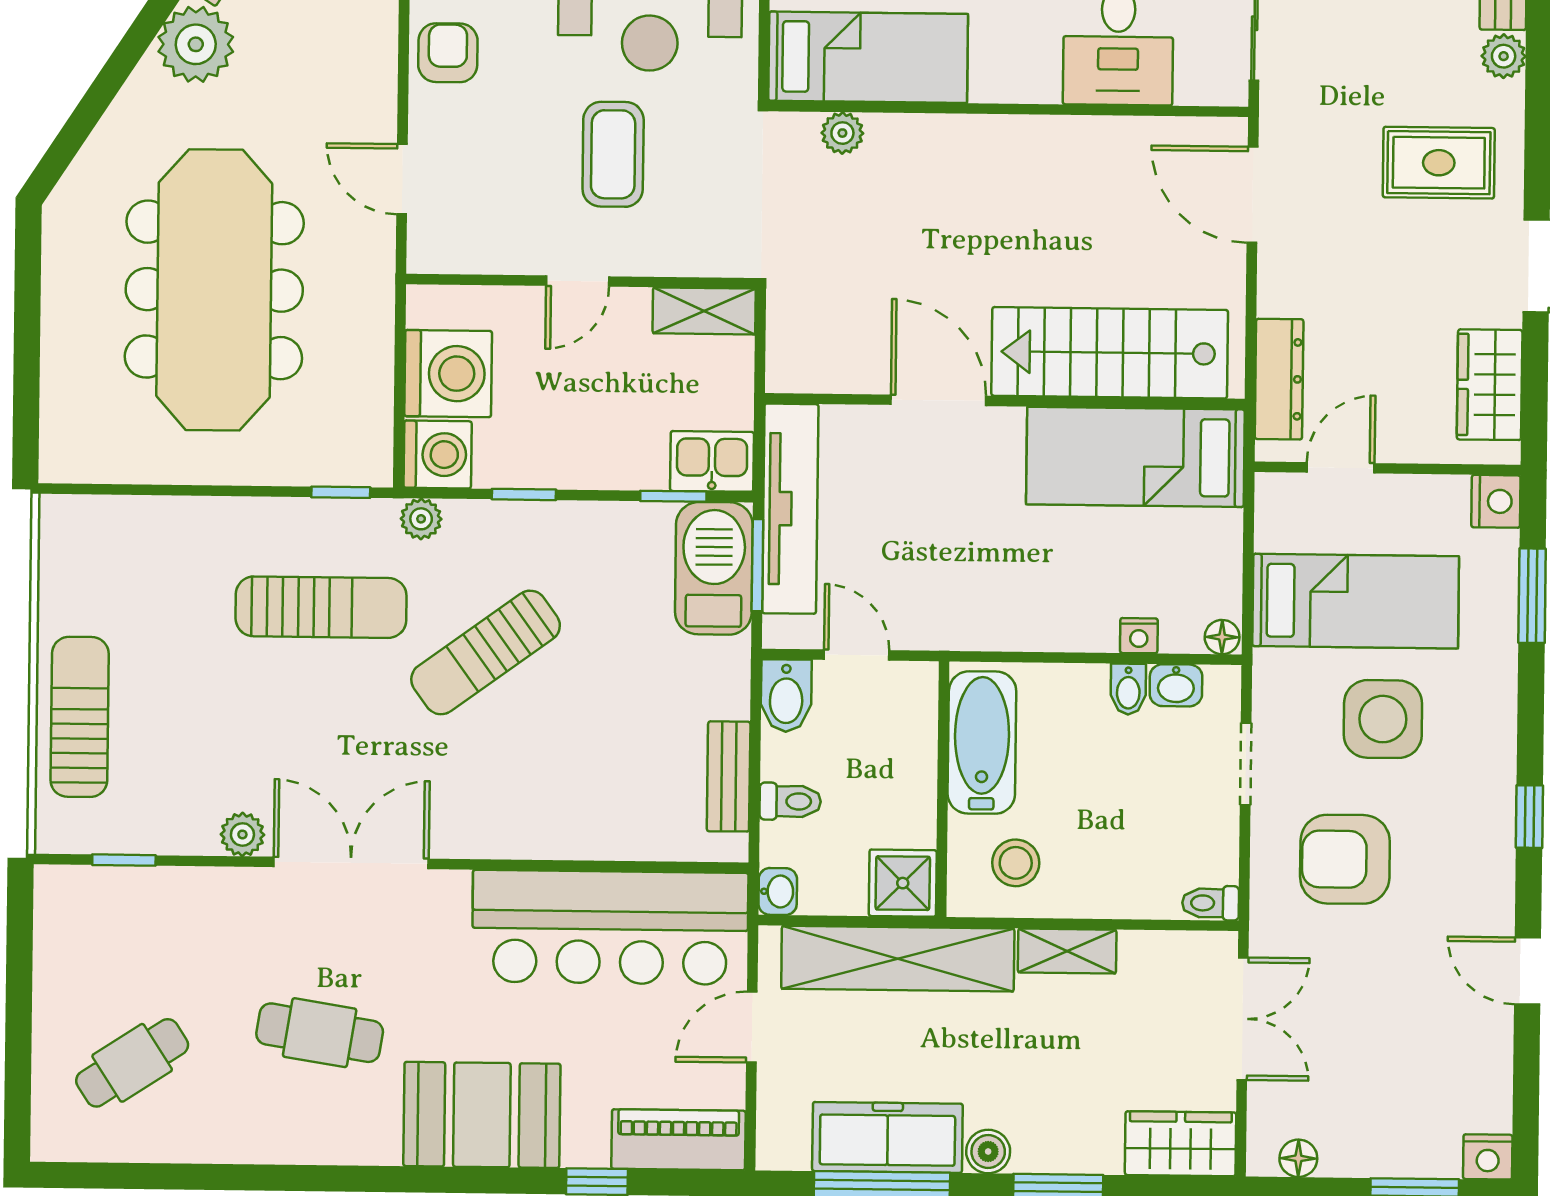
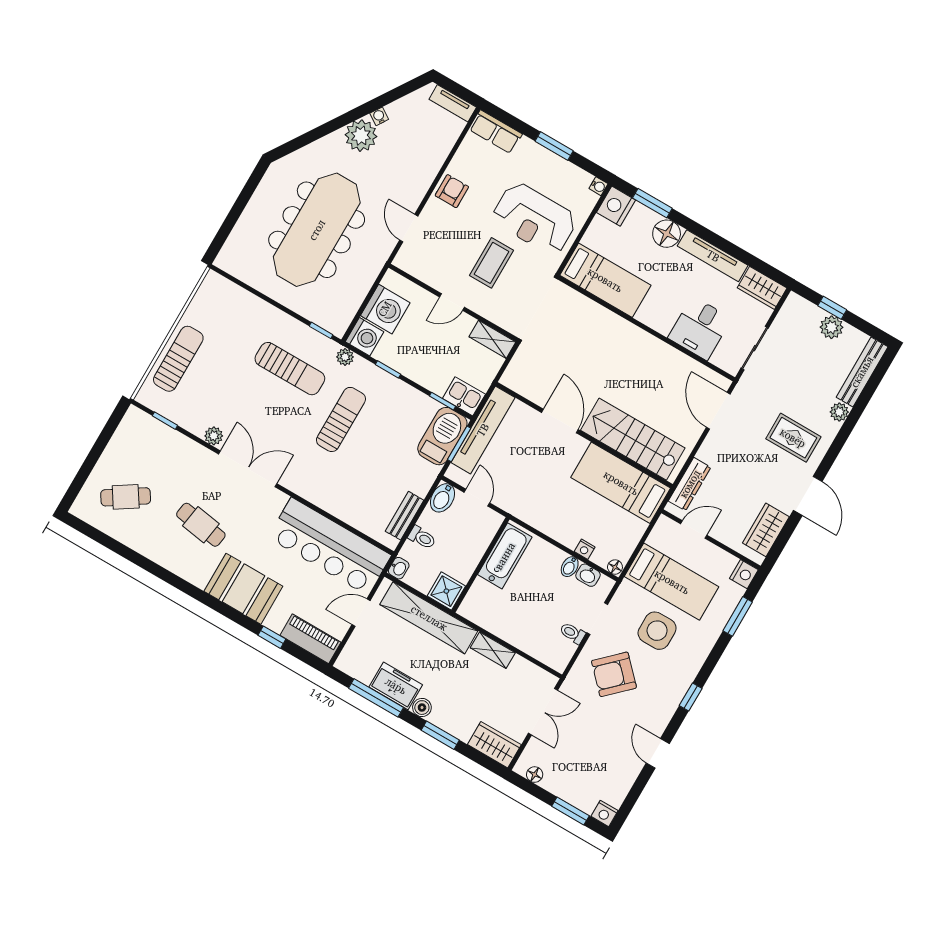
plant: (842, 133) -> (580, 303), removed
sun lounger: (486, 652) -> (341, 419), turned 126
armchair: (1345, 859) -> (614, 674), turned -44
stool: (1016, 863) -> (492, 607), removed
toilet: (1210, 903) -> (572, 633), moved
freezer: (887, 1137) -> (396, 686), width x0.71

